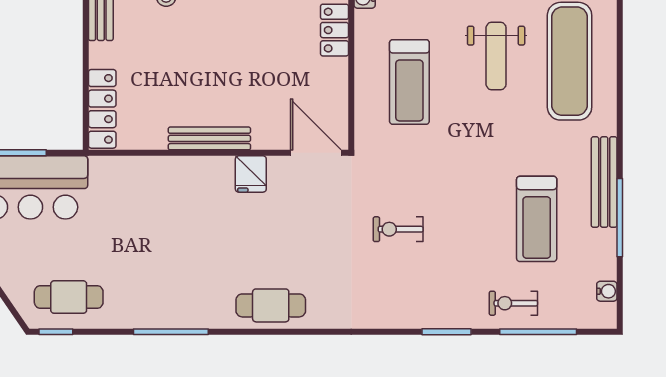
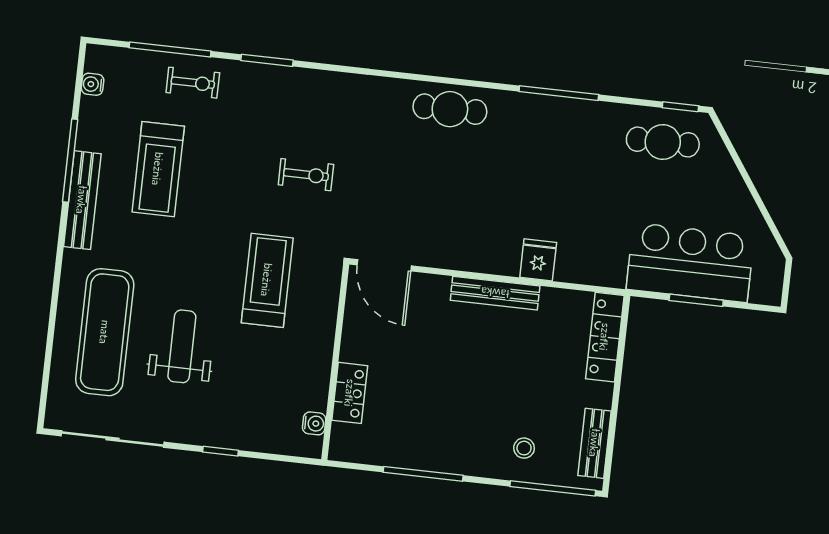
treadmill: (409, 82) -> (267, 280), moved
fridge: (251, 174) -> (538, 260), moved
treadmill: (537, 219) -> (158, 169), turned 180

